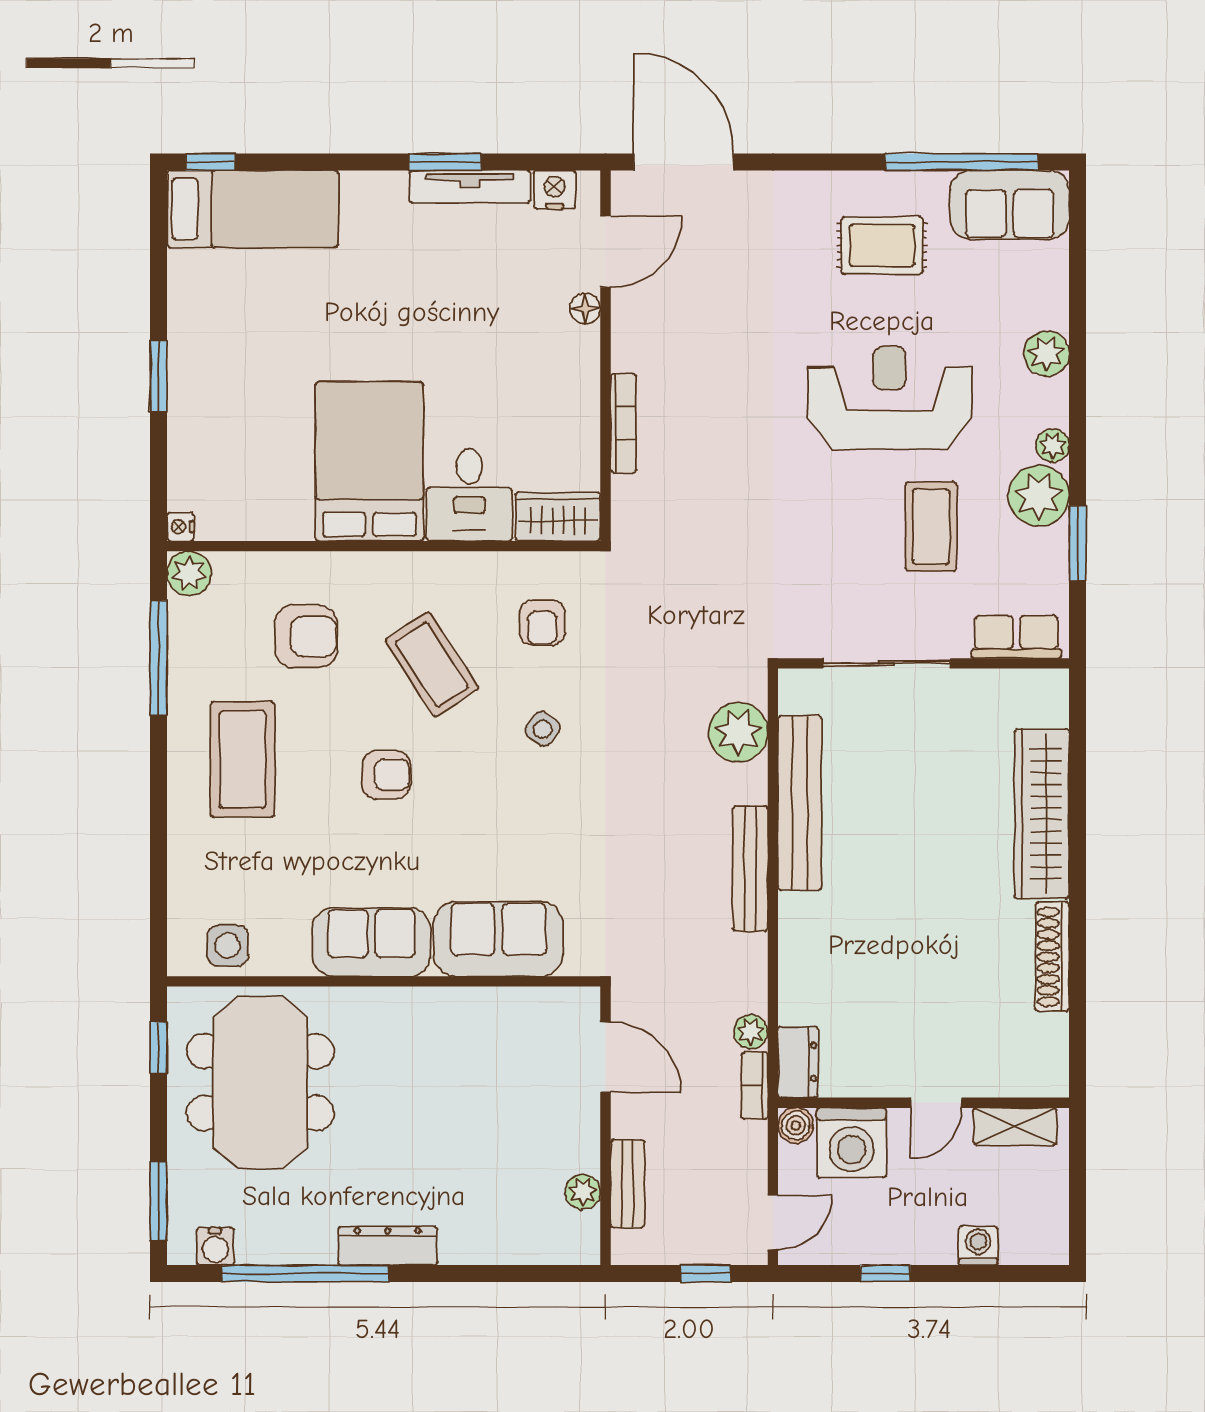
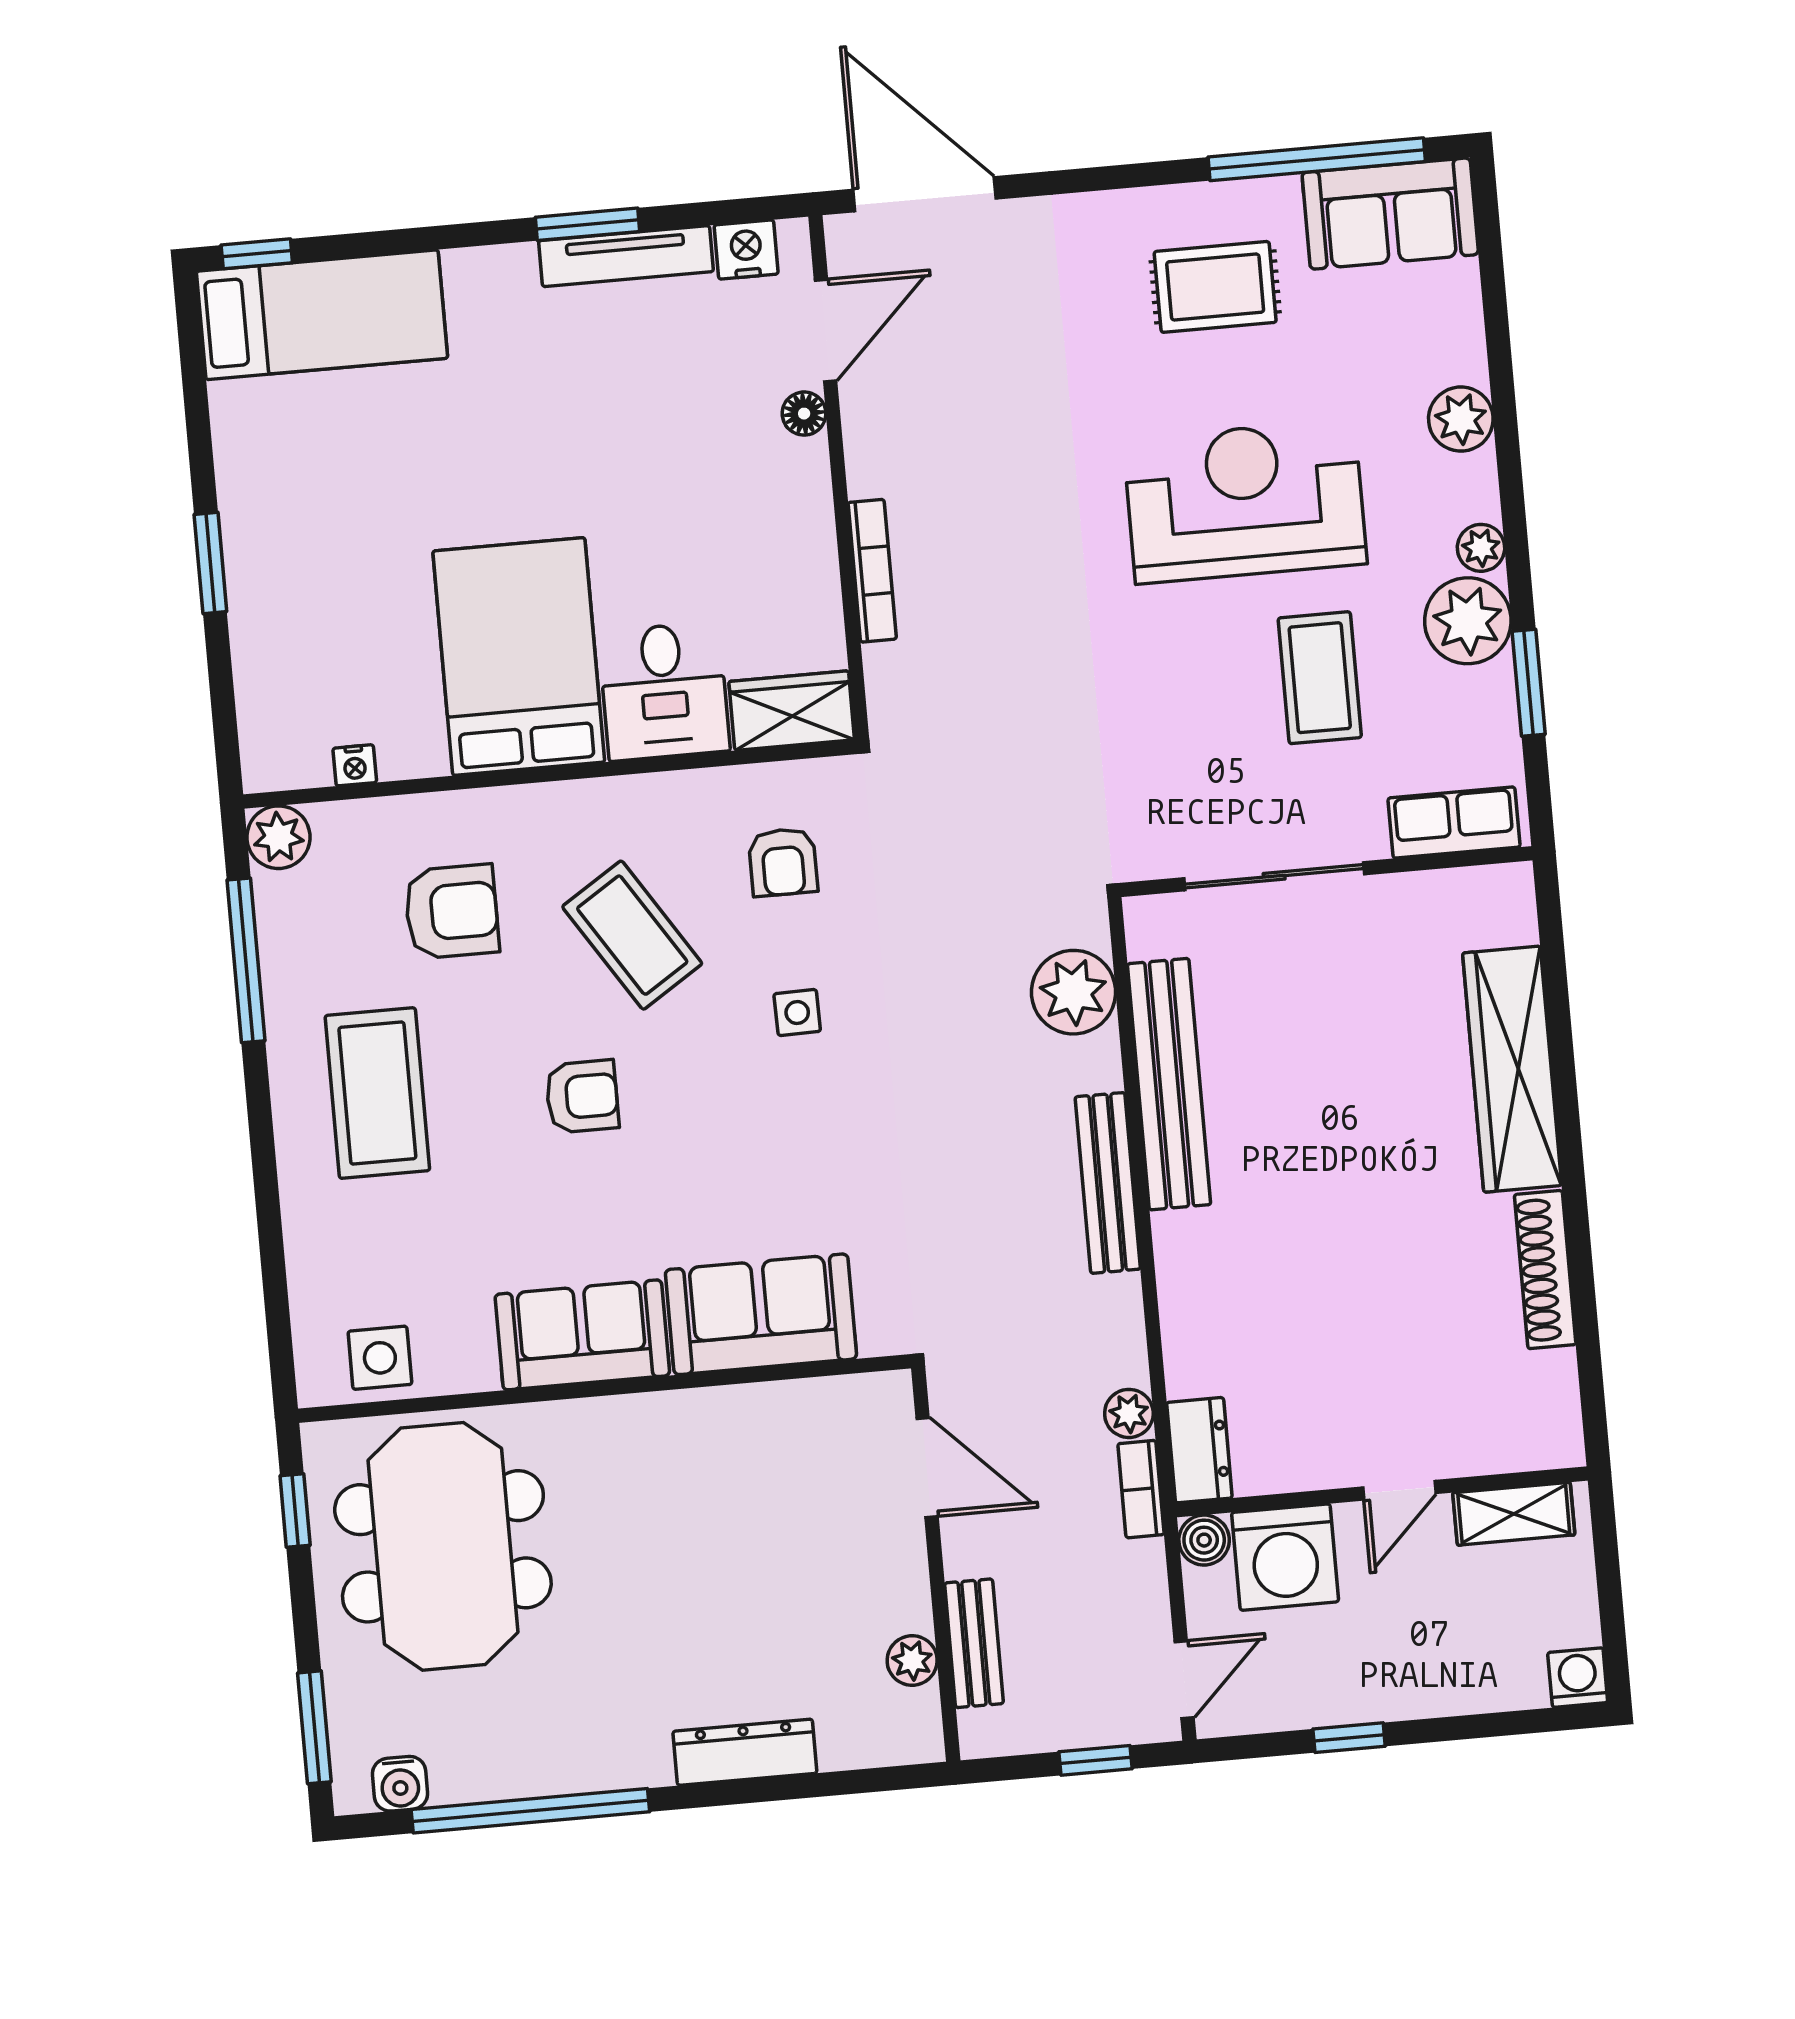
nightstand: (180, 527) -> (355, 765), moved, turned -90
side table: (543, 729) -> (797, 1013), turned -35
dresser: (388, 1246) -> (745, 1752), moved
washing machine: (978, 1246) -> (1578, 1678), moved

